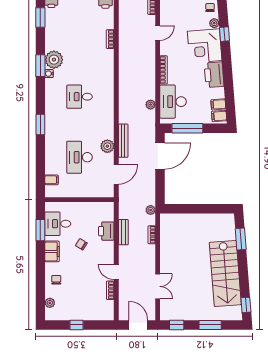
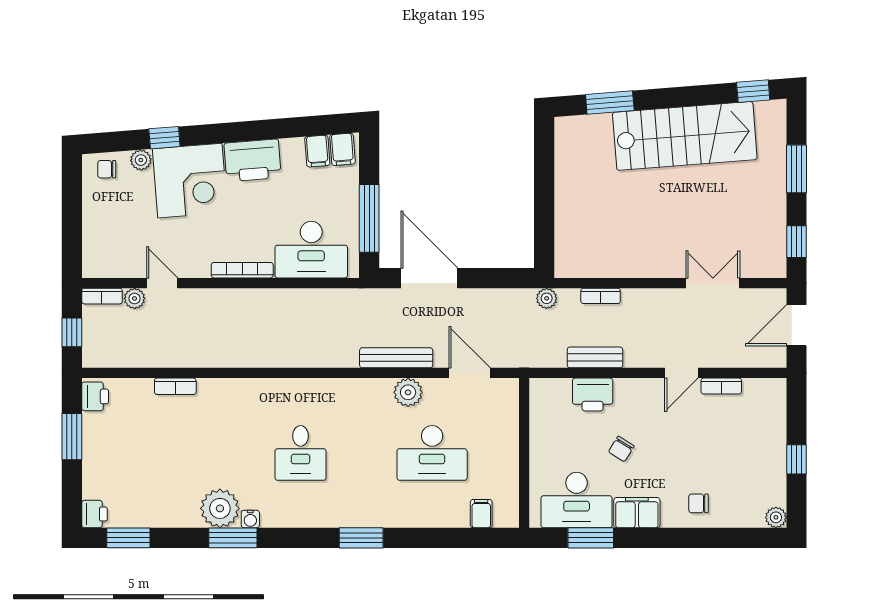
plant: (151, 105) -> (135, 298), moved
desk: (58, 224) -> (577, 500), width x1.37
plant: (50, 303) -> (776, 517), moved

